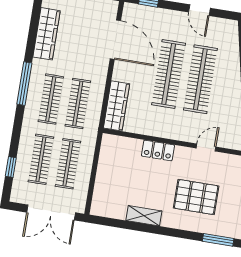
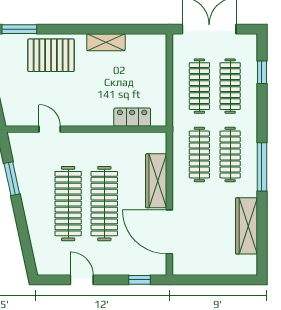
wardrobe: (117, 106) -> (156, 181), moved
door: (206, 147) -> (50, 129), swing flipped
locker: (158, 150) -> (132, 117), moved
pallet: (196, 197) -> (51, 55), moved

